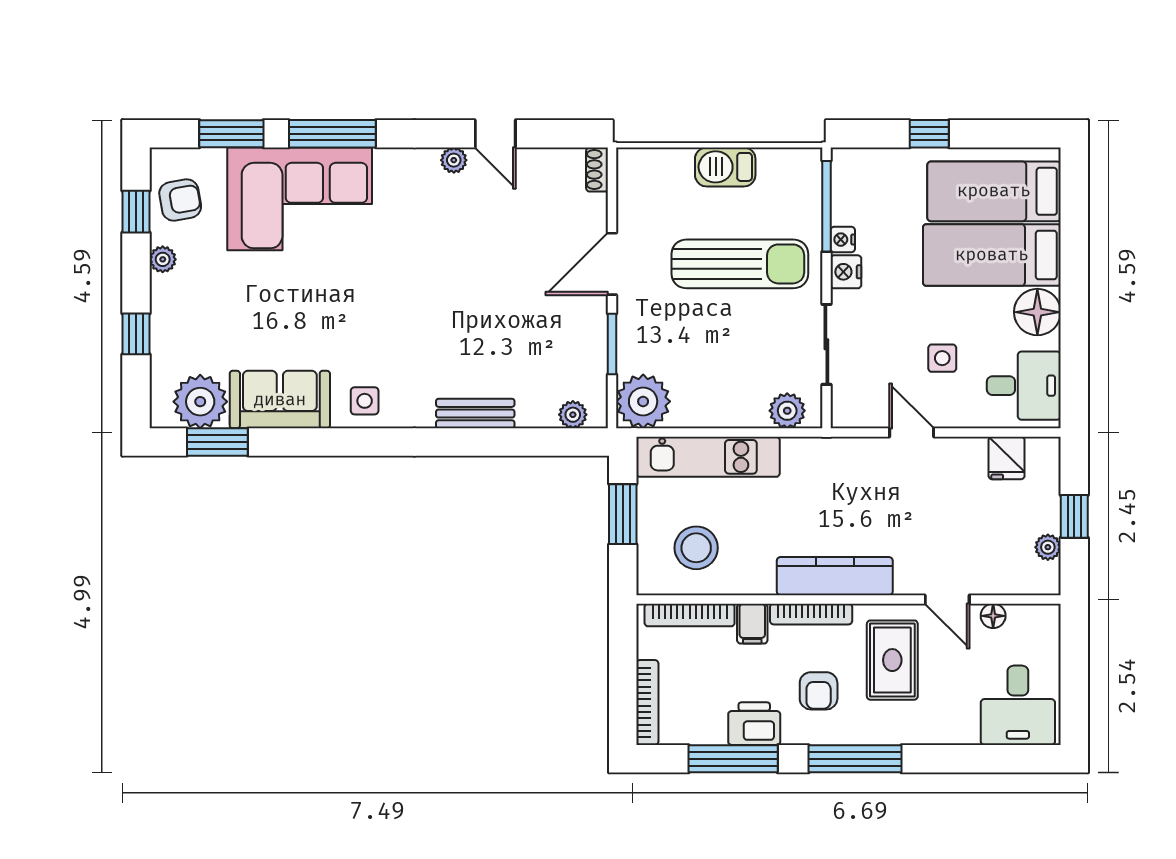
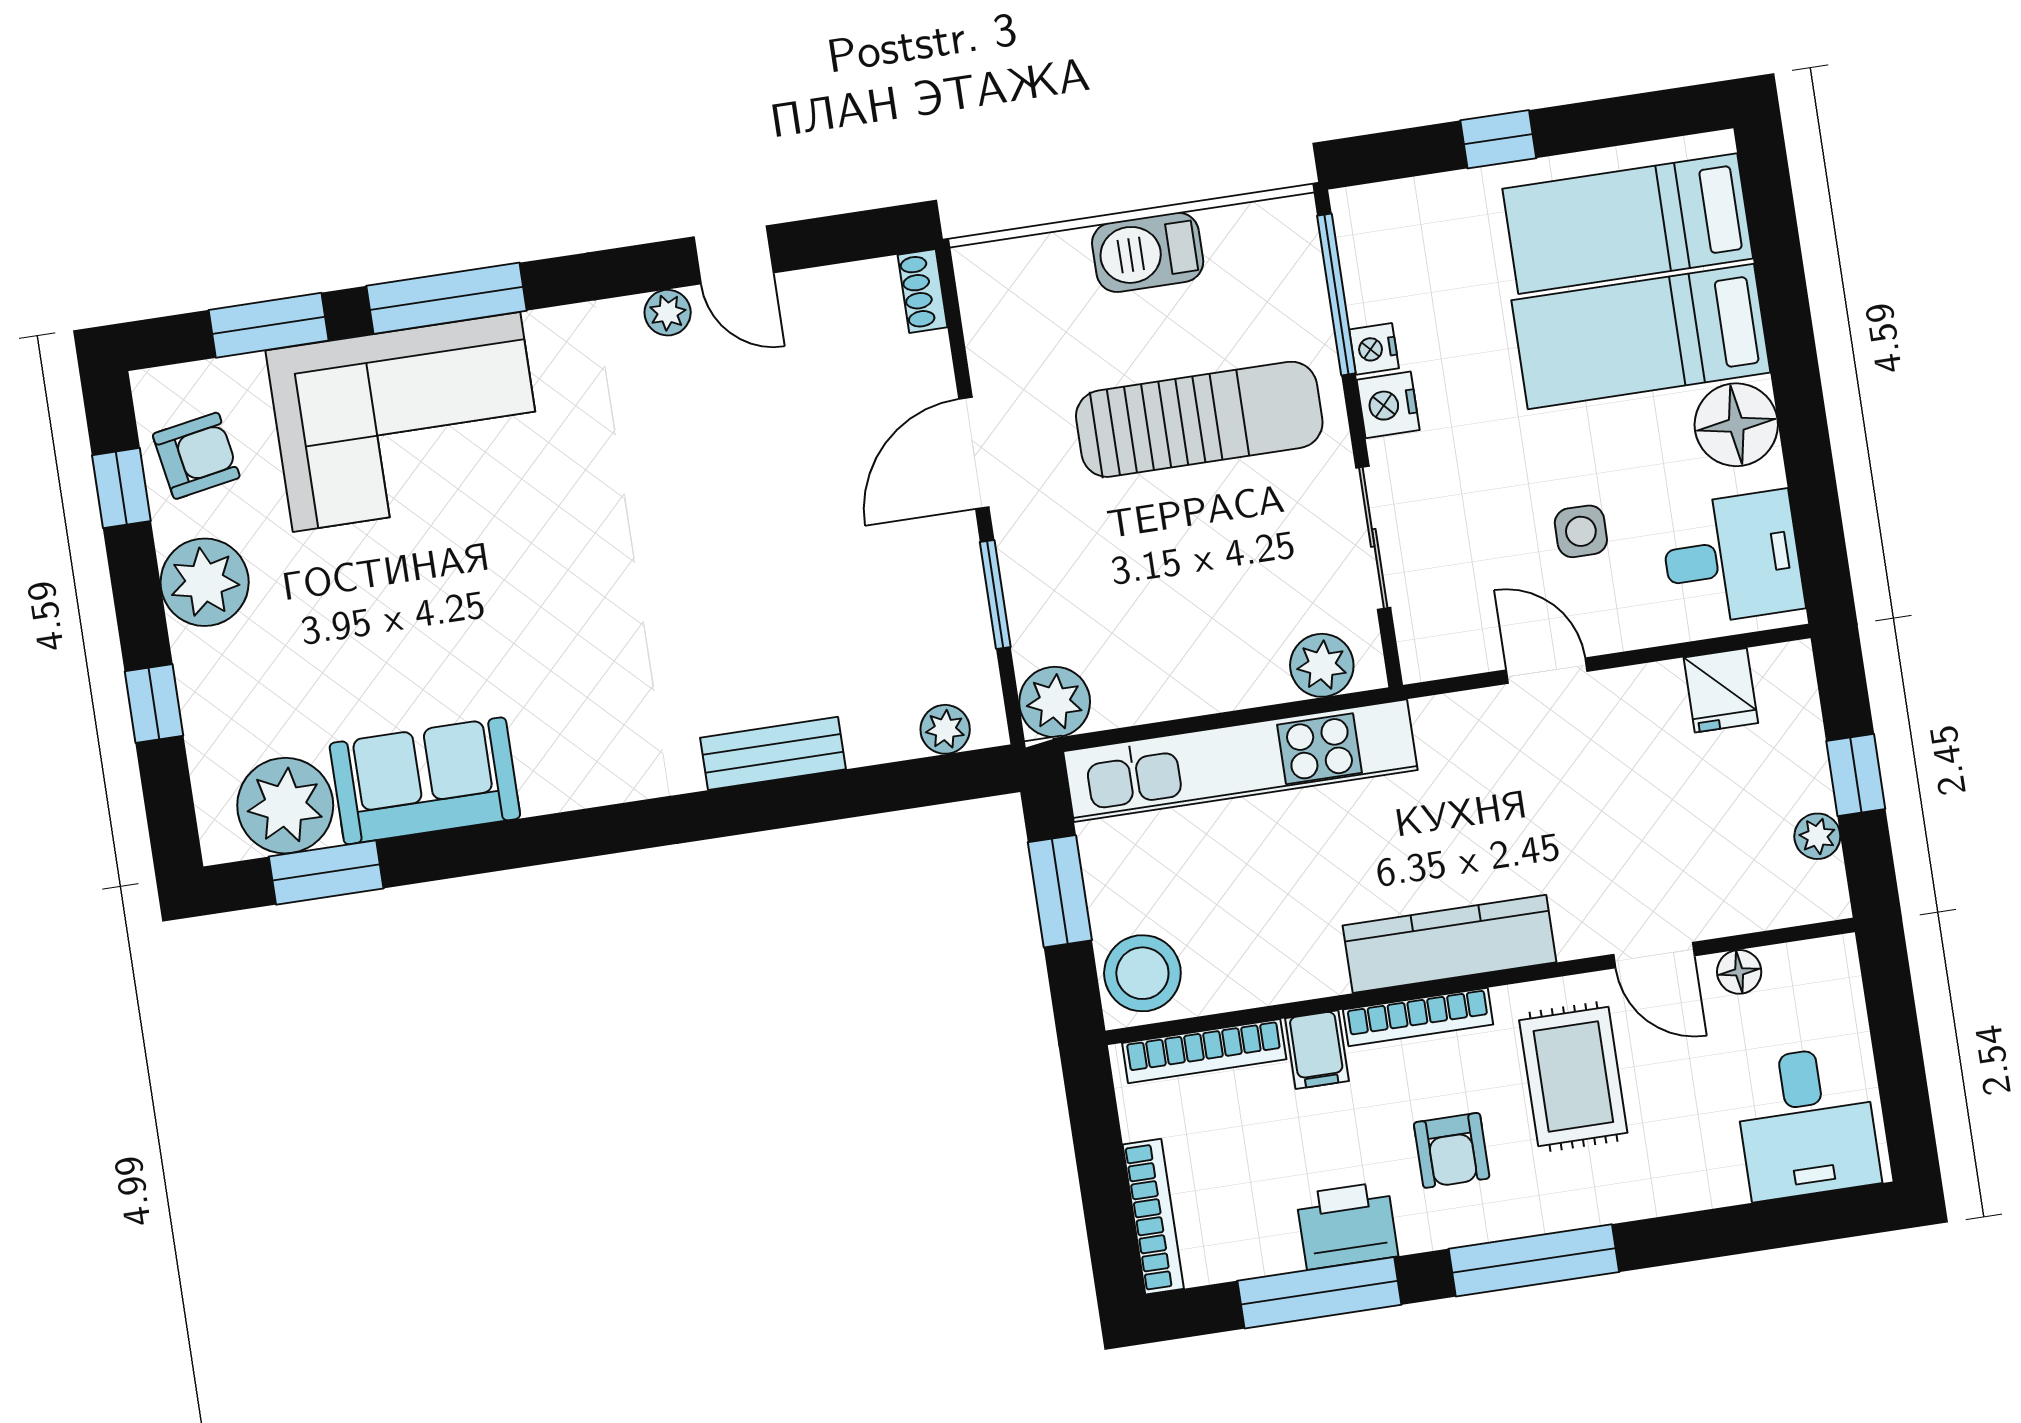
plant: (163, 259) -> (205, 582), width x1.88, depth x1.88
side table: (365, 401) -> (575, 760), removed
plant: (643, 401) -> (1055, 702), width x0.73, depth x0.73
kitchen unit: (708, 457) -> (1240, 761), width x1.36
stool: (696, 548) -> (1142, 973), moved

